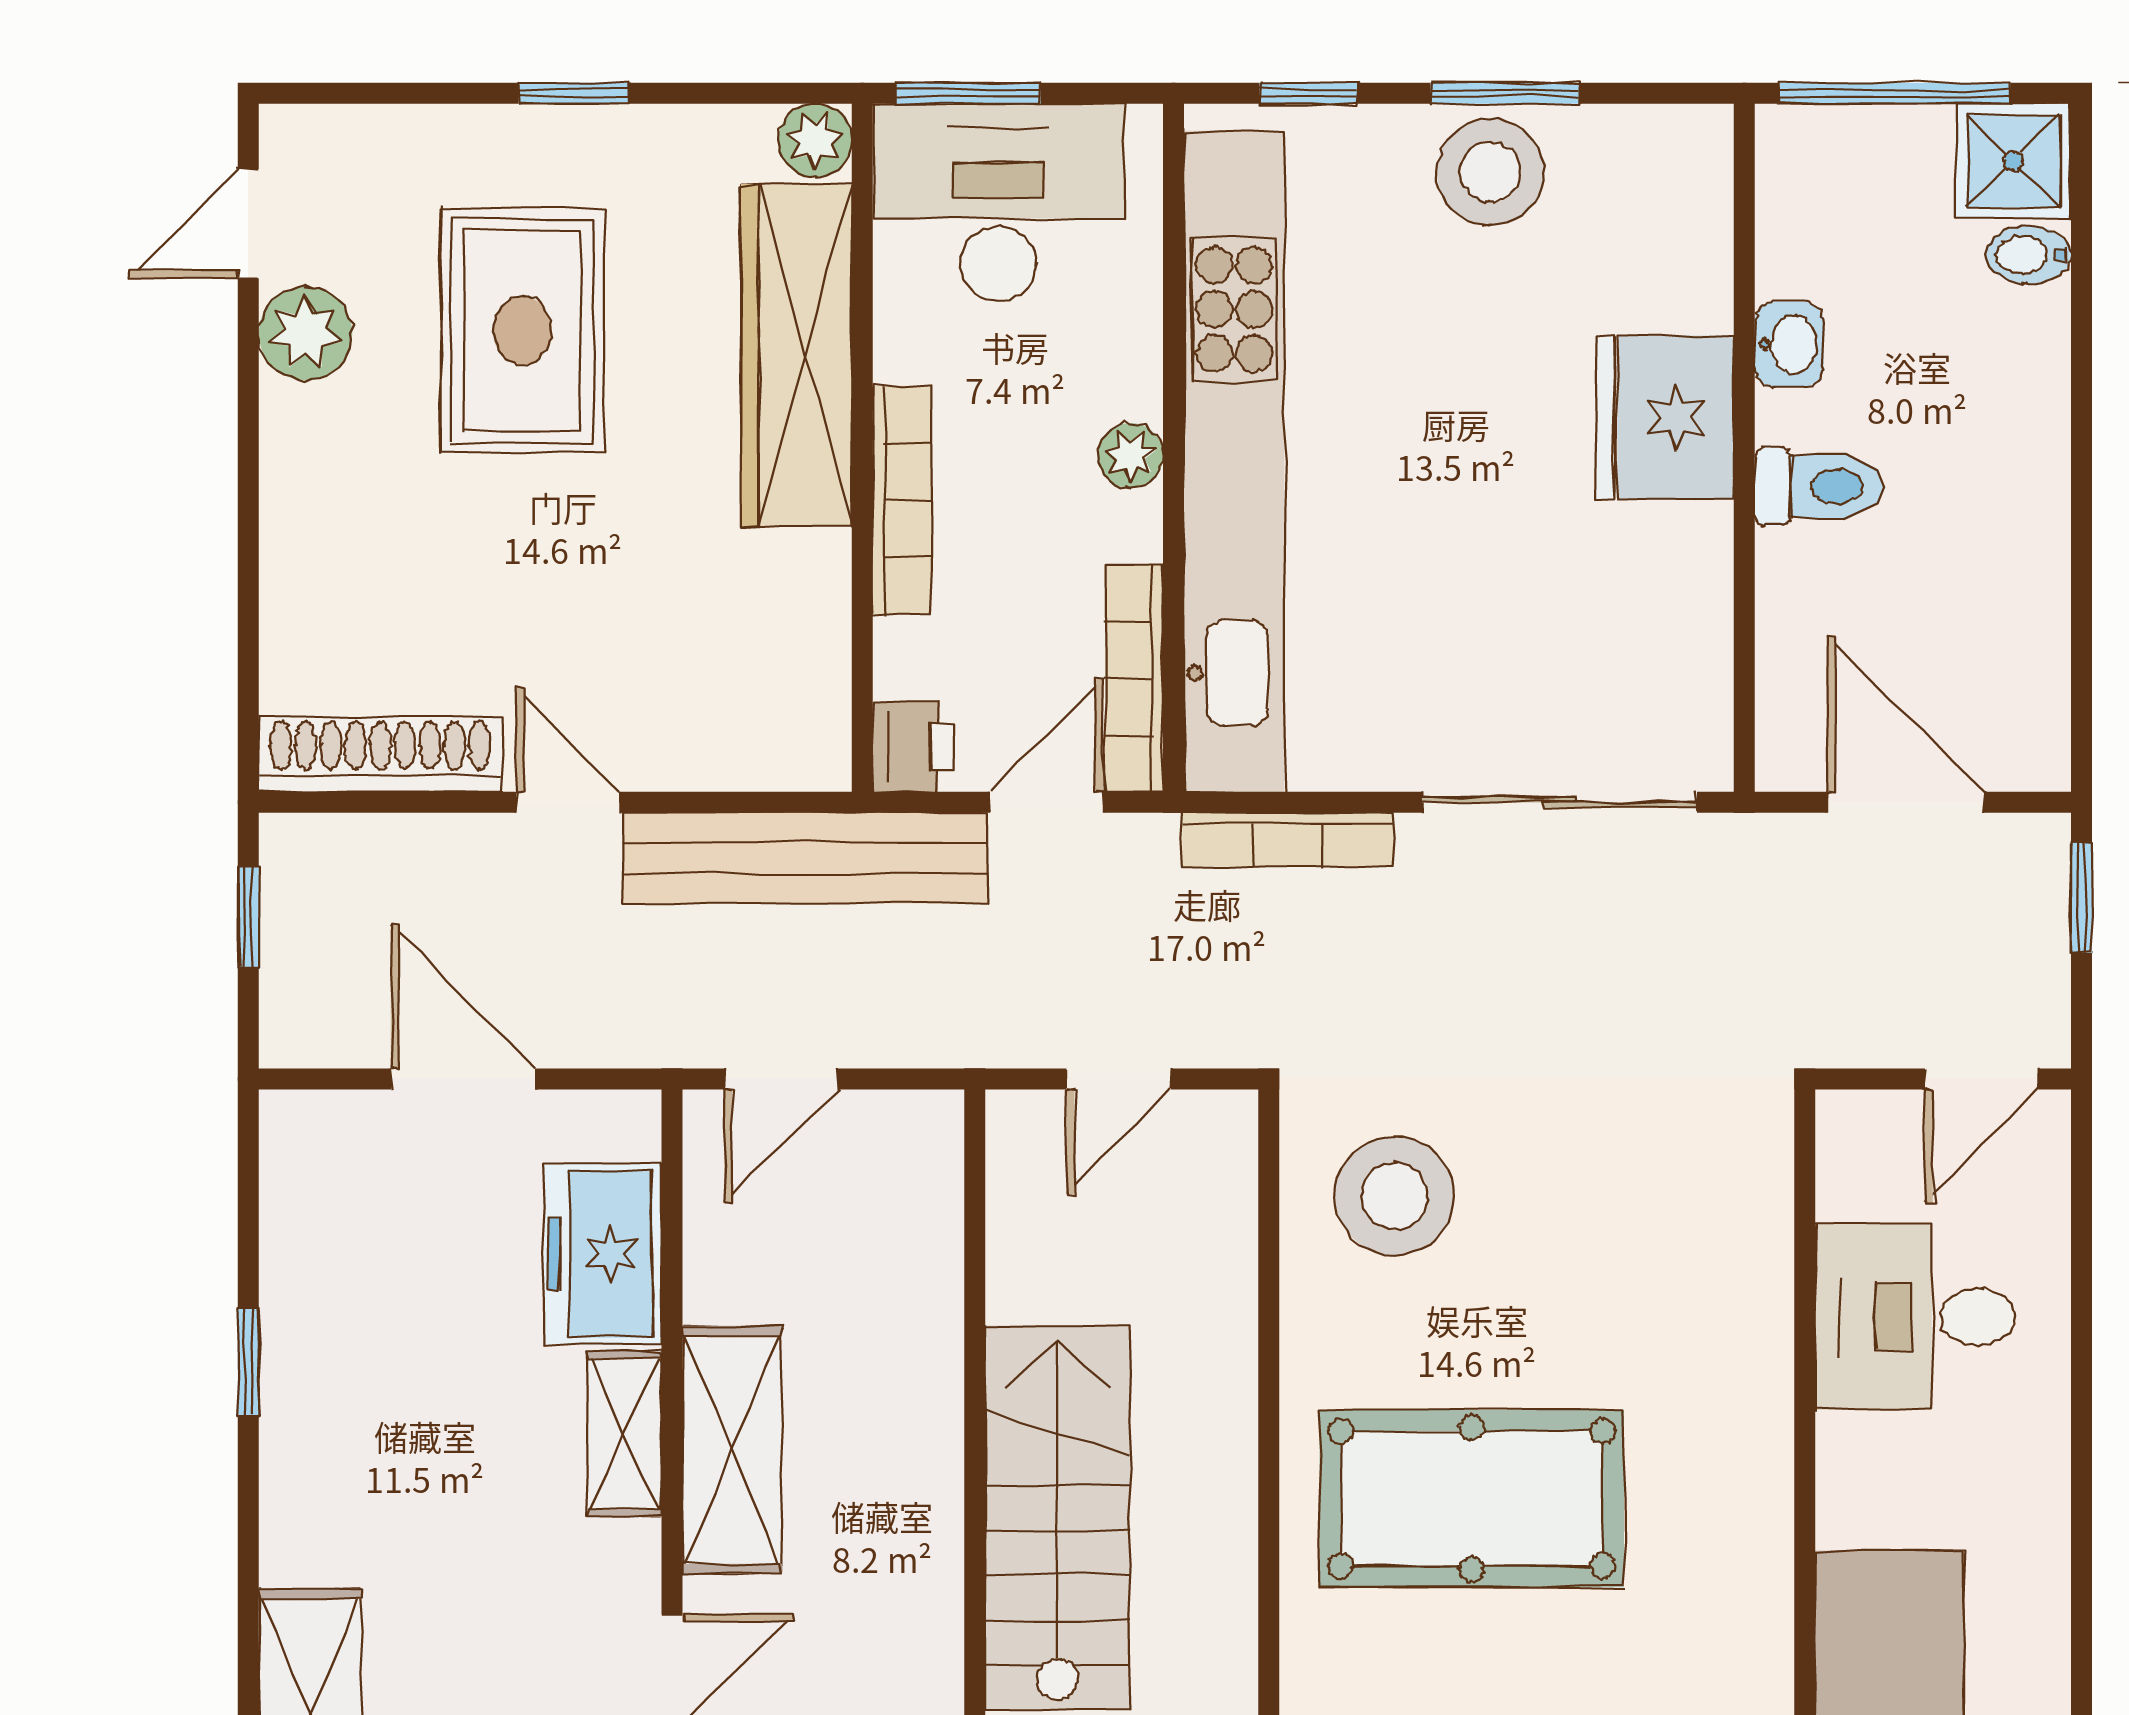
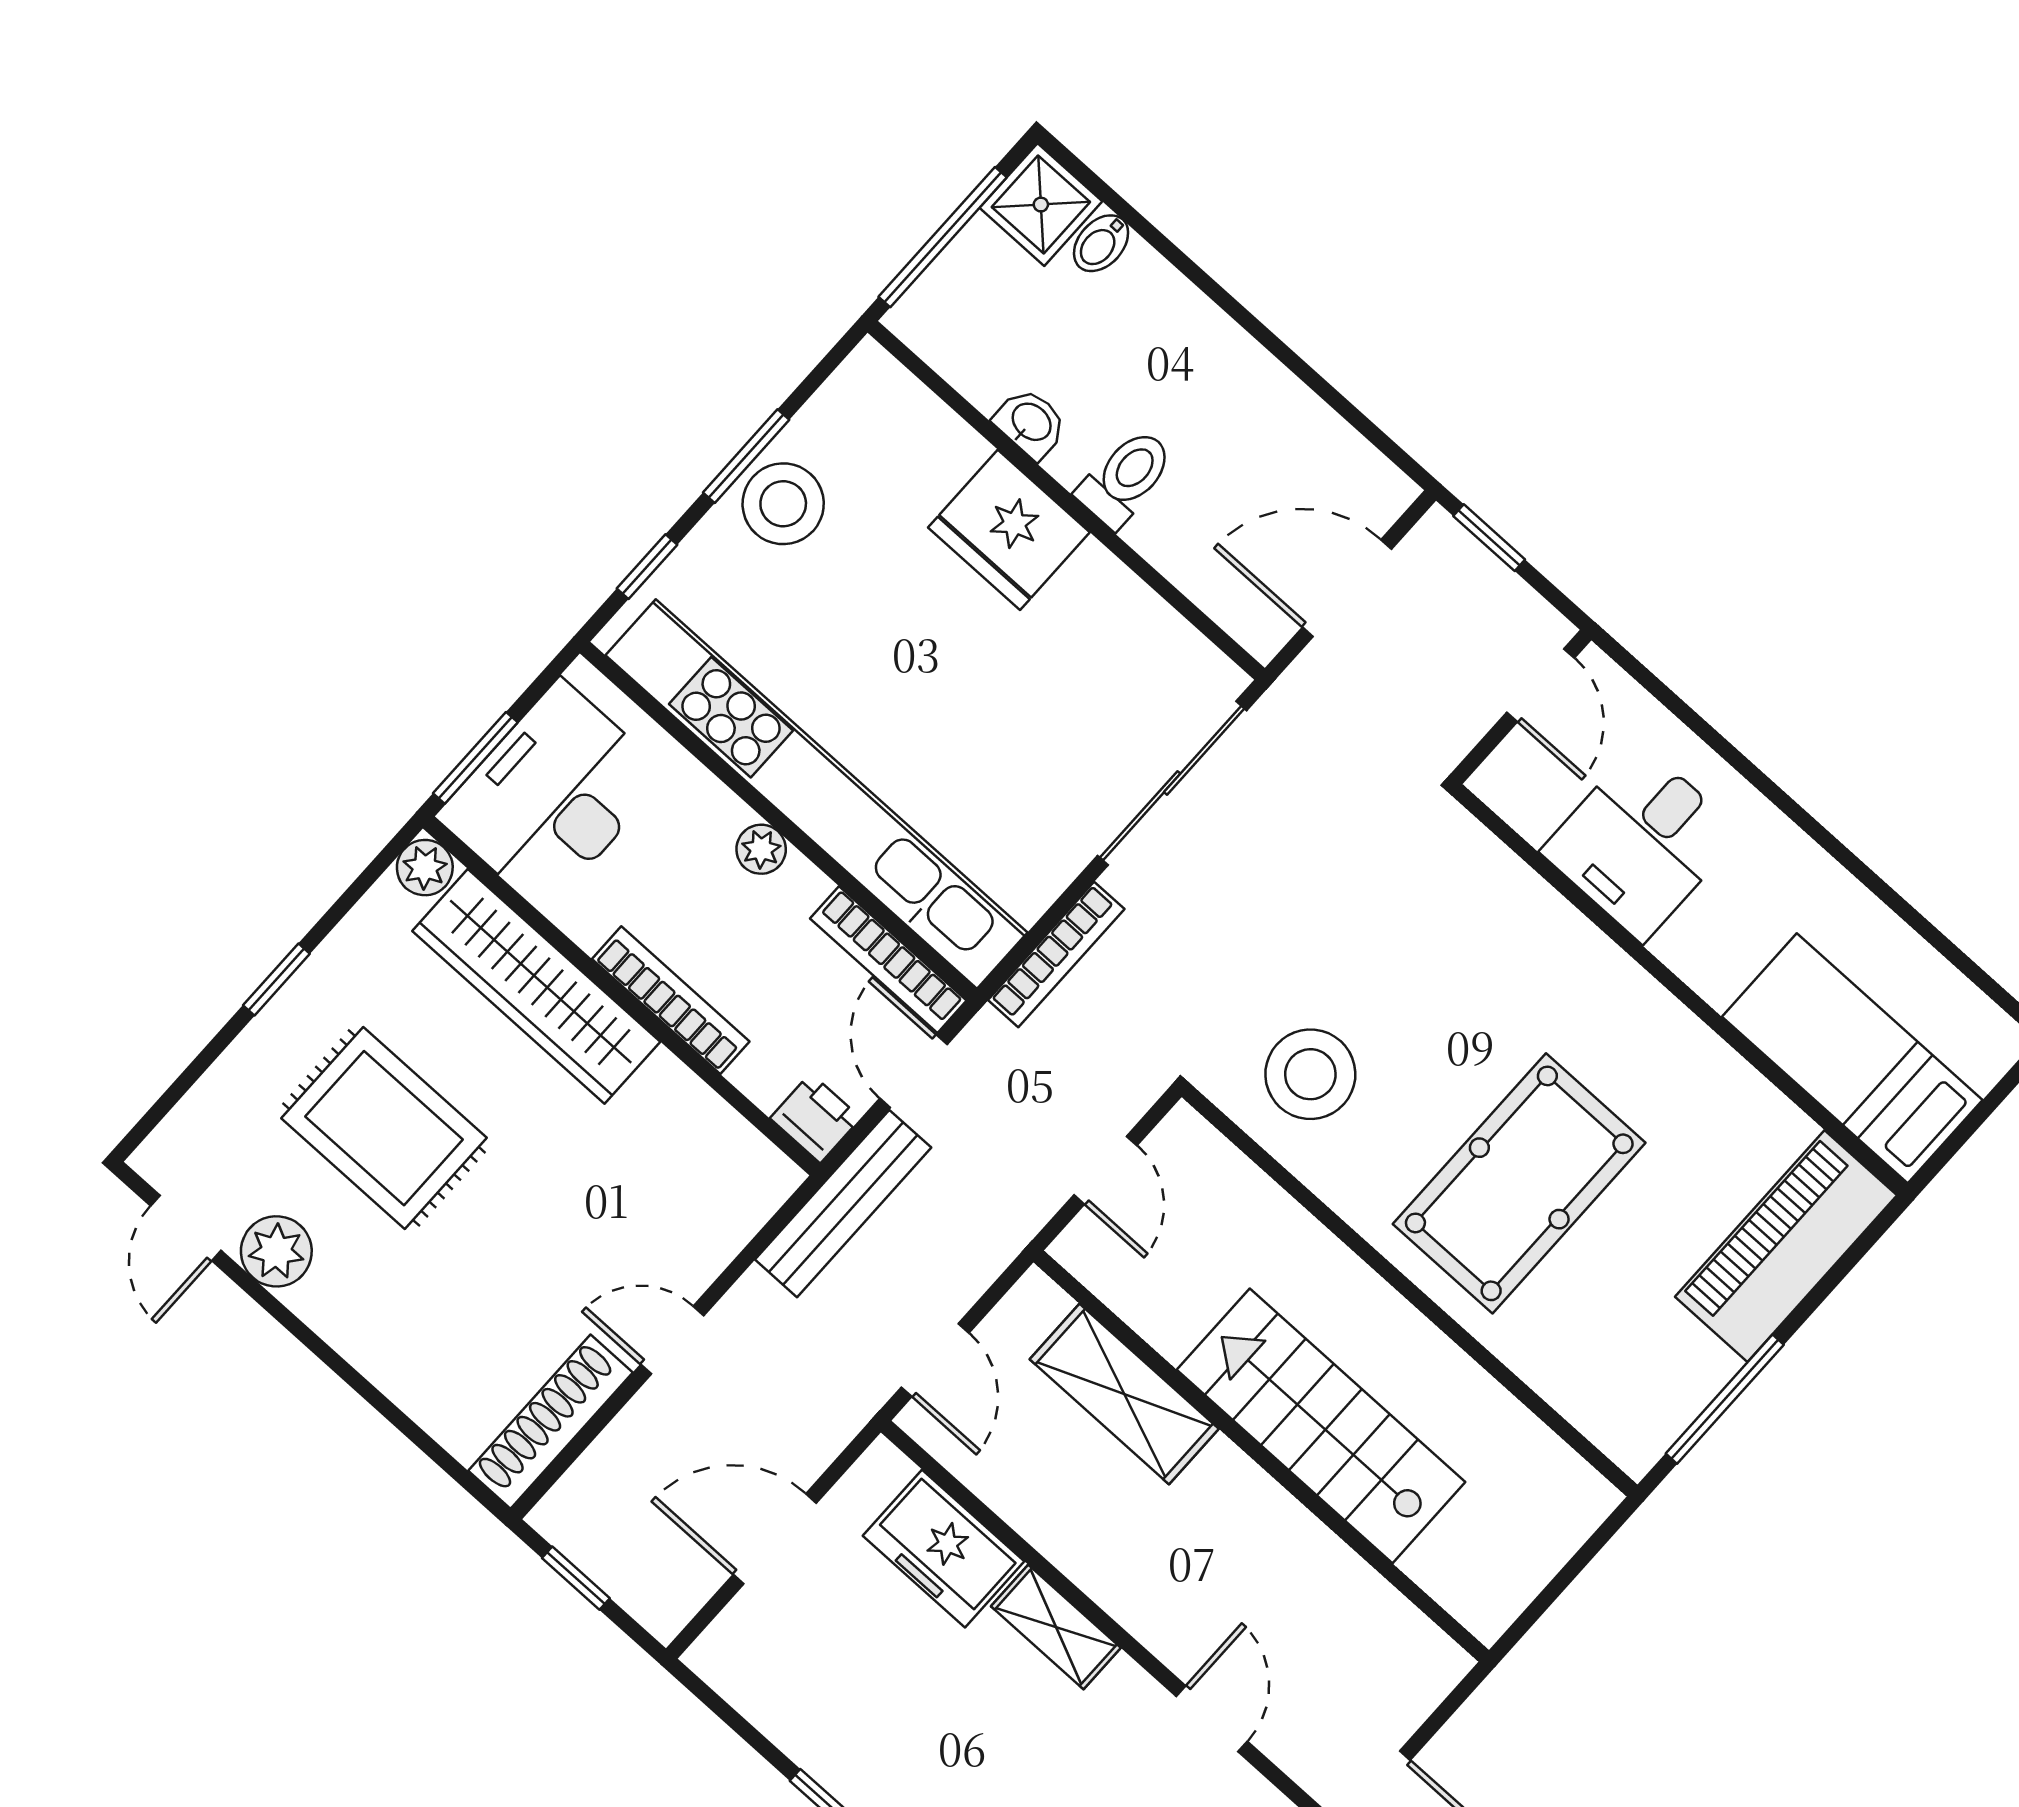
bench: (805, 858) -> (843, 1204), width x0.73, depth x0.82
shelving: (732, 1450) -> (1124, 1394), moved

